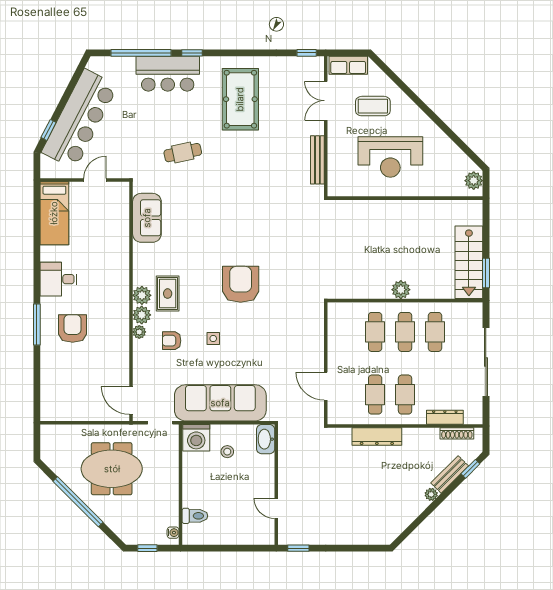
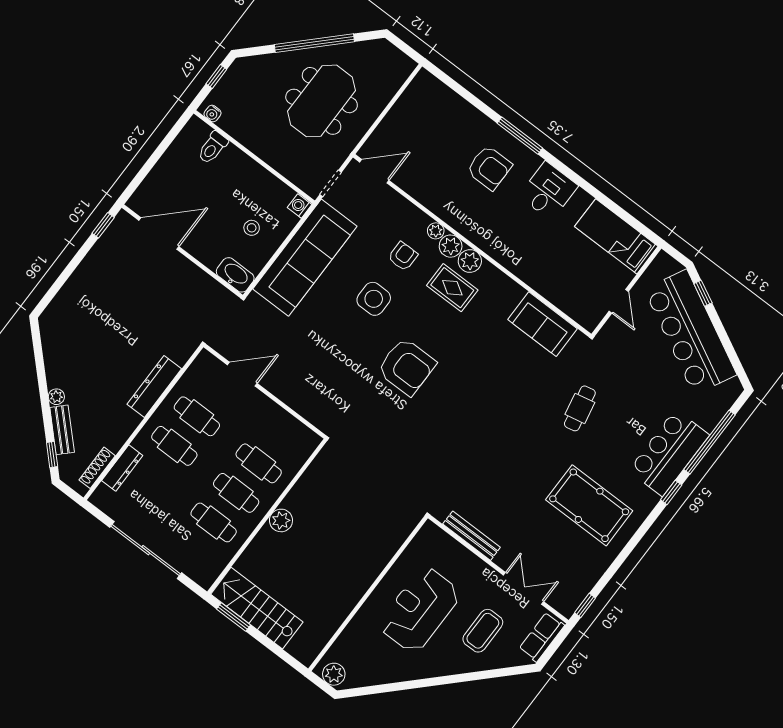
side table: (213, 339) -> (374, 299), width x1.87, depth x1.87
washing machine: (196, 438) -> (300, 206), width x0.53, depth x0.53
door: (276, 508) -> (159, 233), width x1.88

